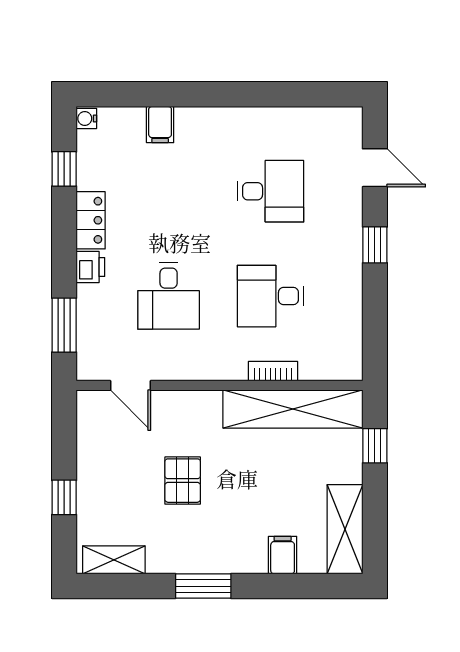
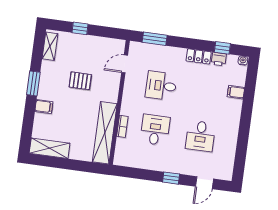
printer: (90, 267) -> (219, 59), moved
window: (375, 446) -> (84, 166), removed
filing cabinet: (283, 555) -> (44, 107), moved

